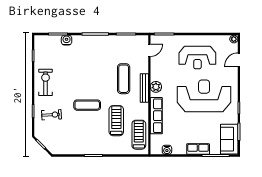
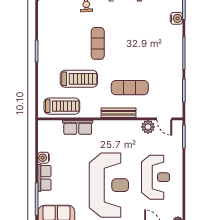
reception desk: (197, 58) -> (155, 177), turned 180
plant: (156, 87) -> (148, 127), moved
row of seats: (156, 116) -> (78, 127), width x0.68
water cooler: (167, 150) -> (44, 158), moved

